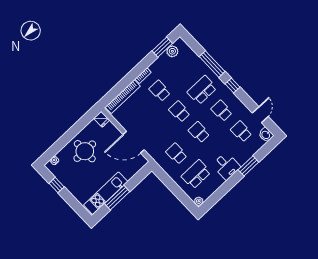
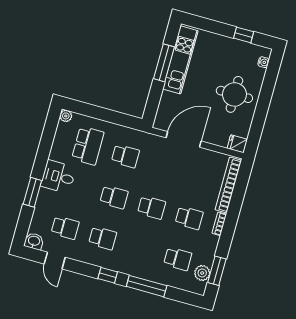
school desk: (202, 90) -> (178, 259), moved, width x0.54

